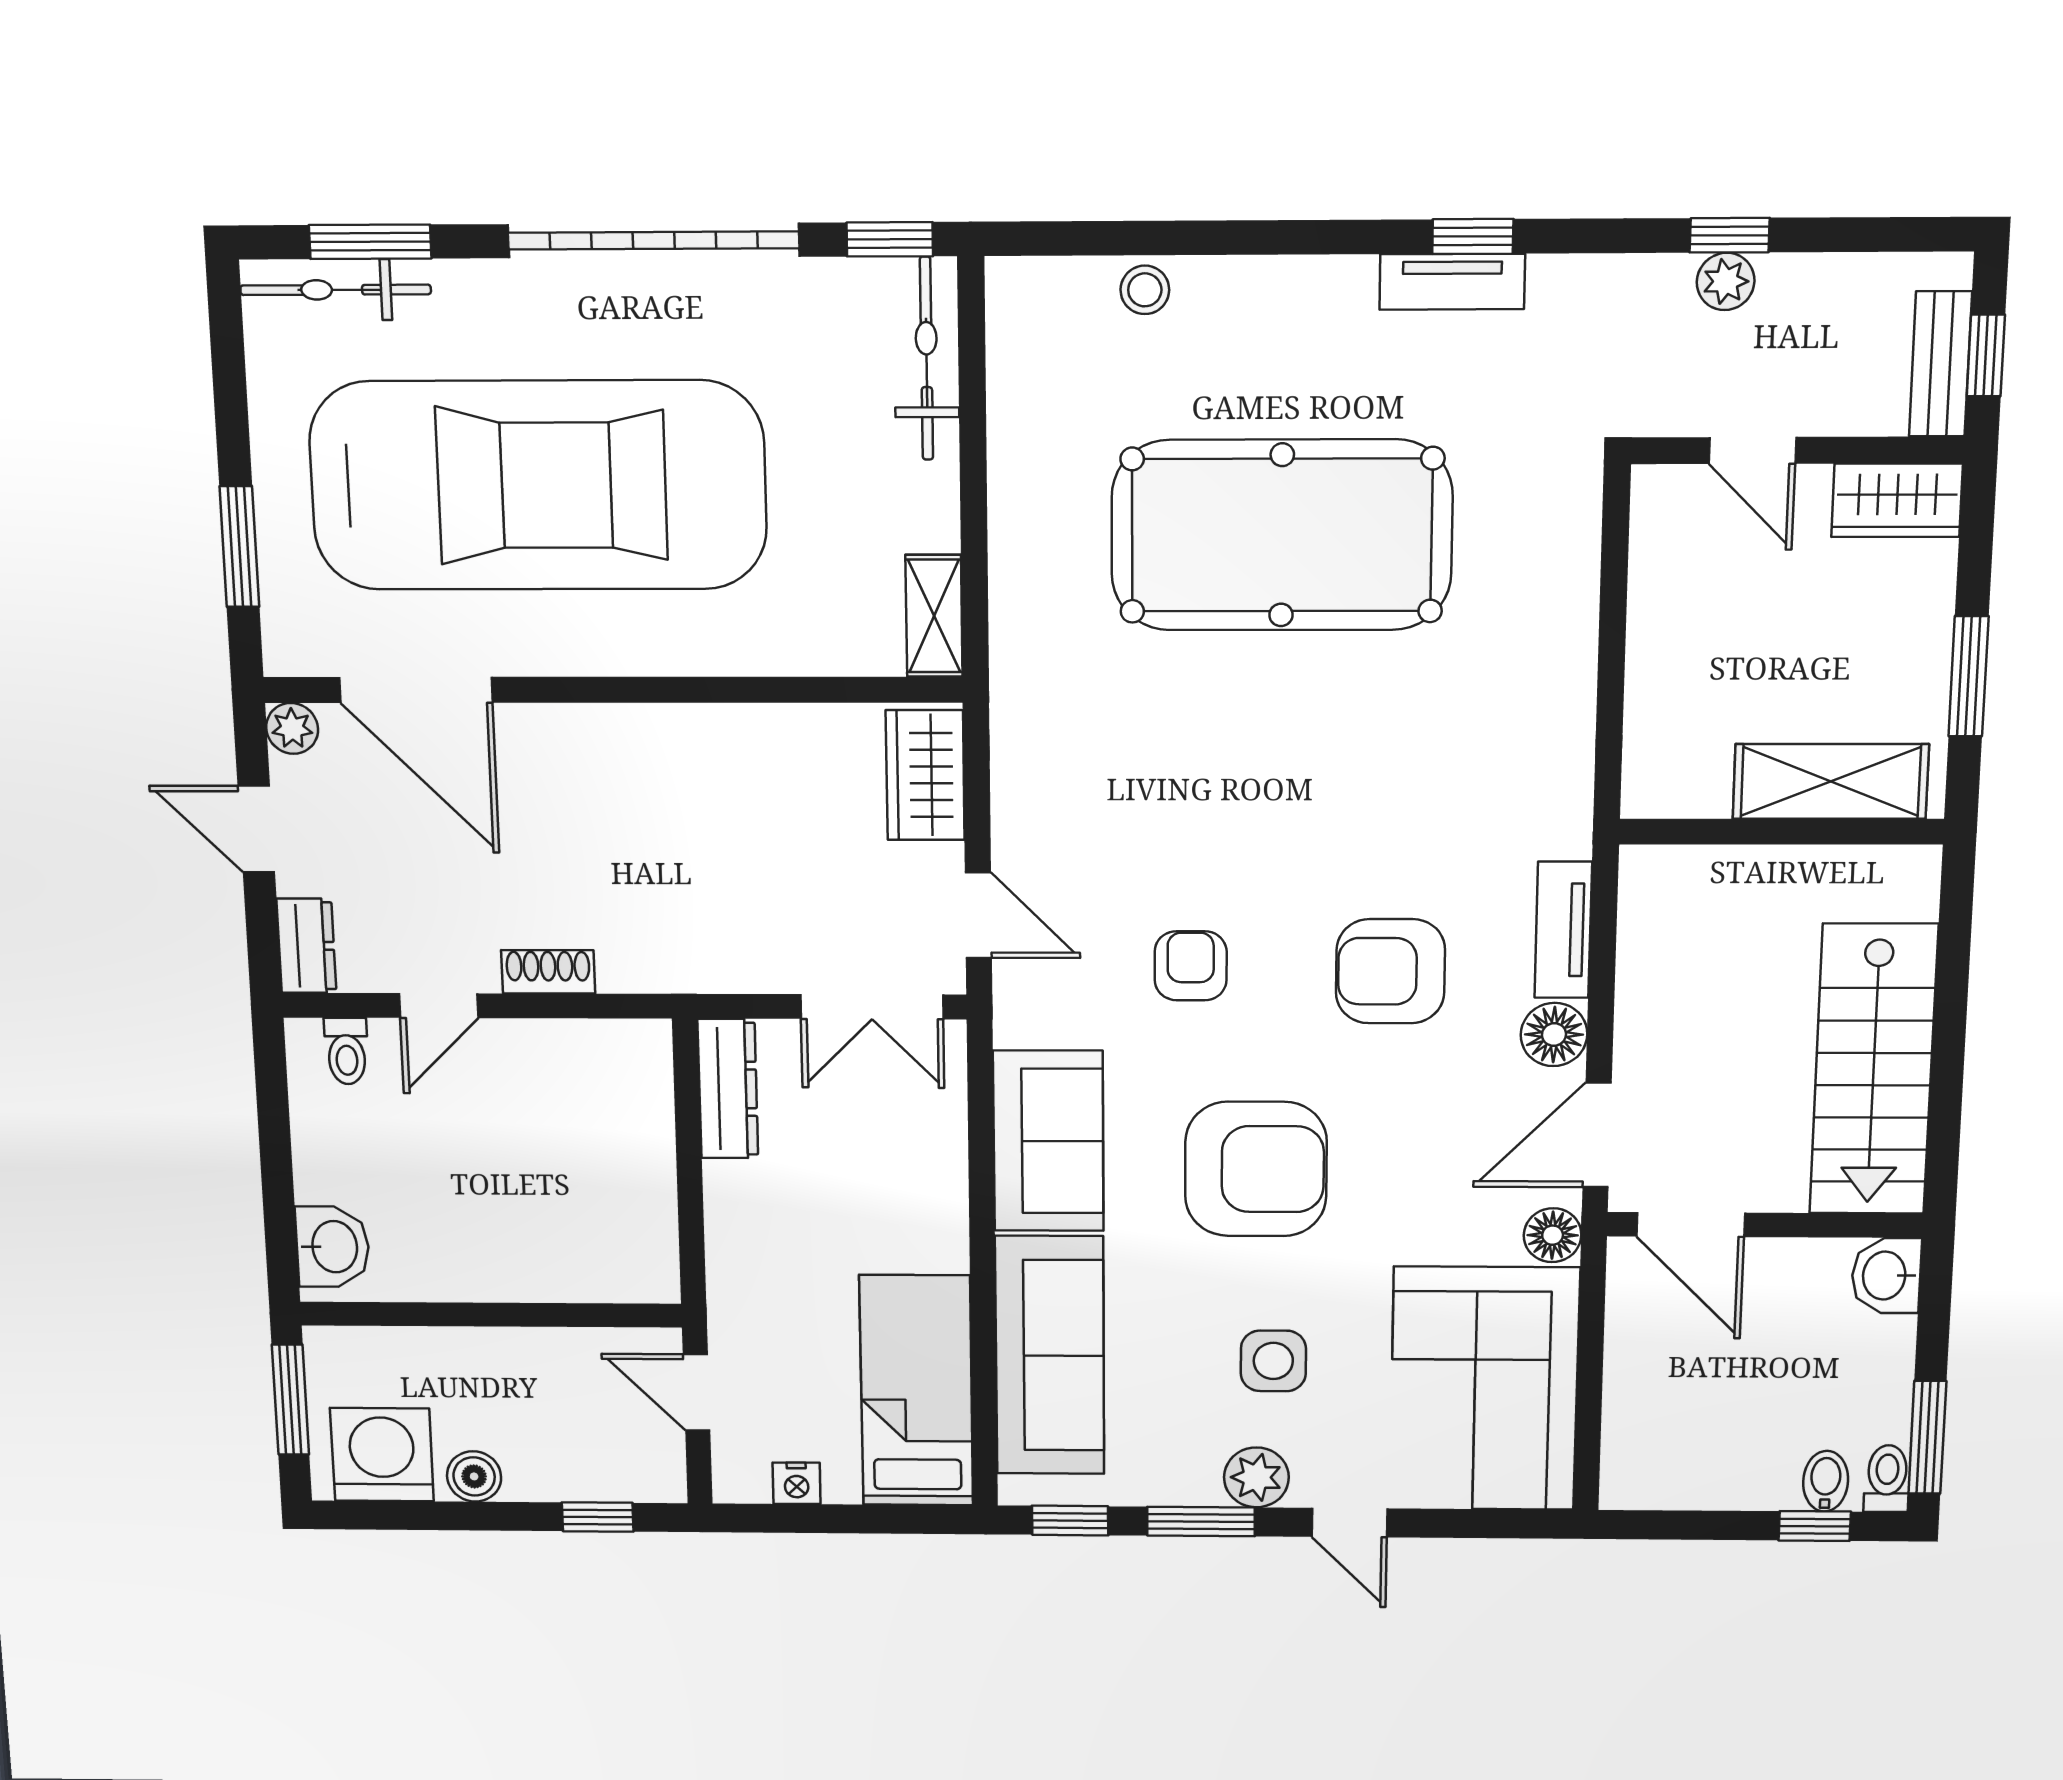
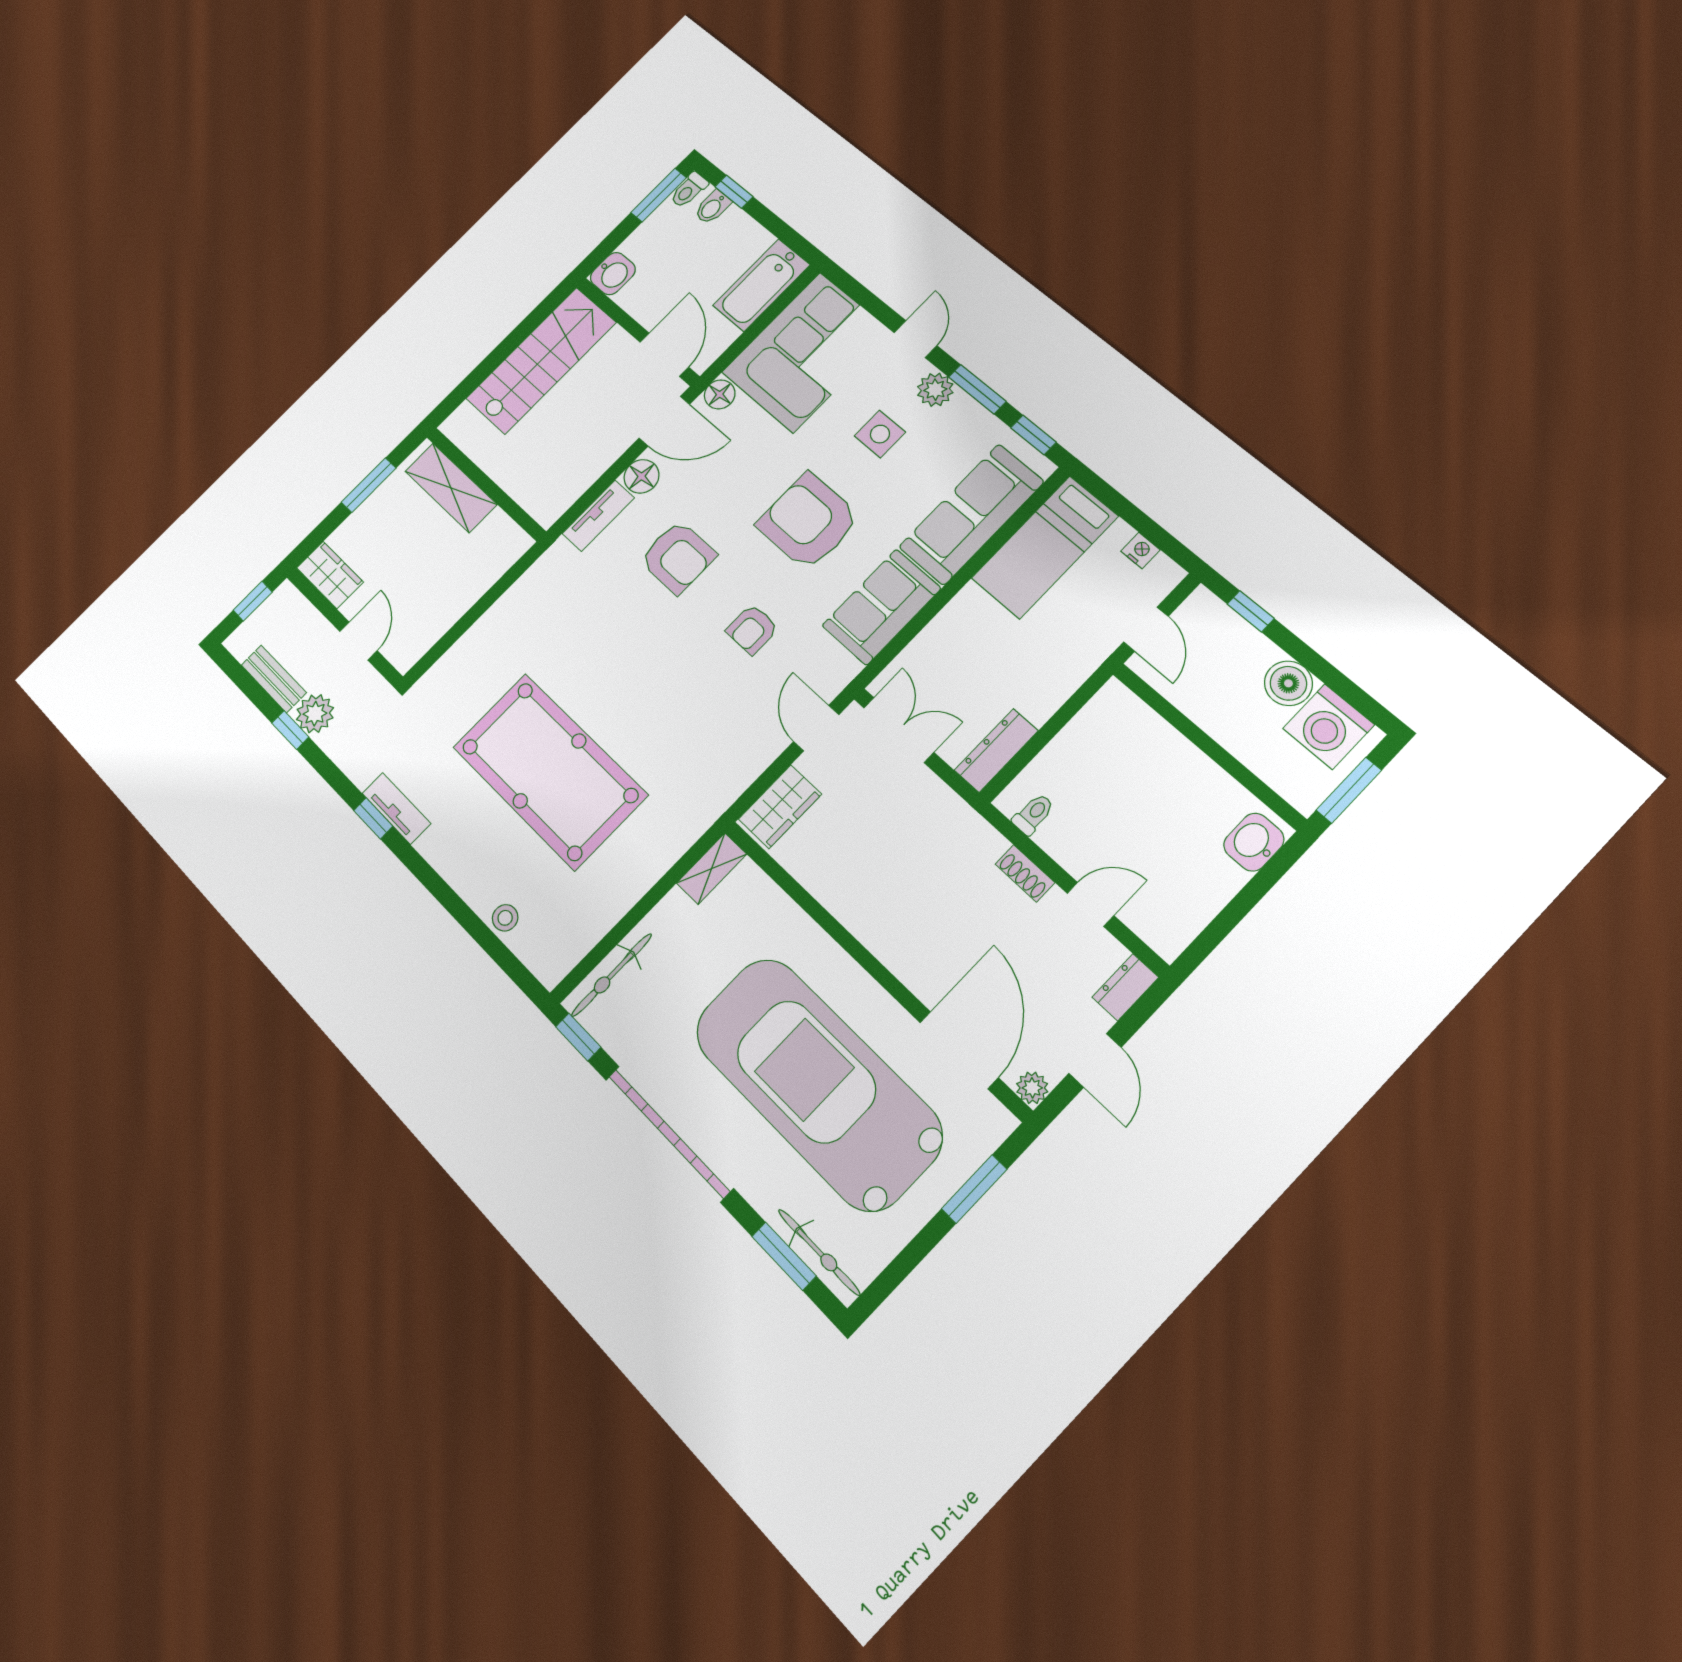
plant: (1726, 281) -> (315, 714), width x1.38, depth x1.38
bench: (1940, 364) -> (274, 679), moved, turned 90
toilet: (347, 1051) -> (1033, 814), moved
bathtub: (1642, 1429) -> (761, 285), added
boiler: (474, 1476) -> (1288, 683), width x1.36, depth x1.36

